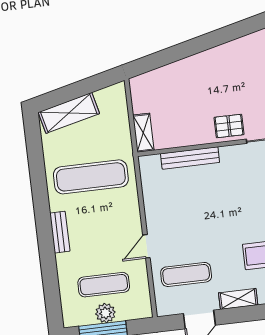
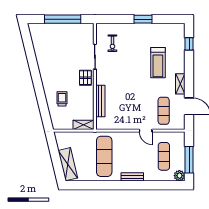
trolley: (186, 88) -> (62, 99), added
plant: (105, 313) -> (179, 176), moved

